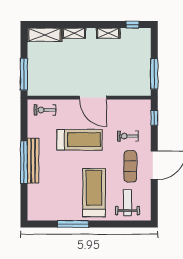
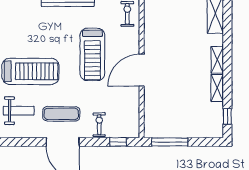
shelving: (74, 33) -> (217, 60), moved
exercise bike: (128, 136) -> (99, 125), moved

